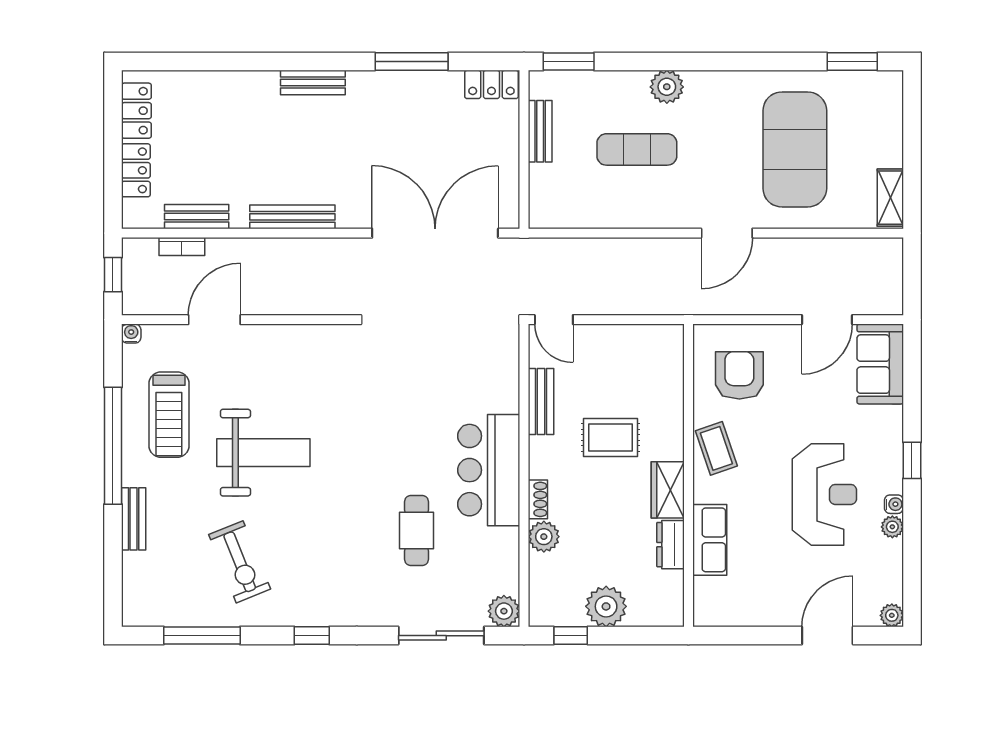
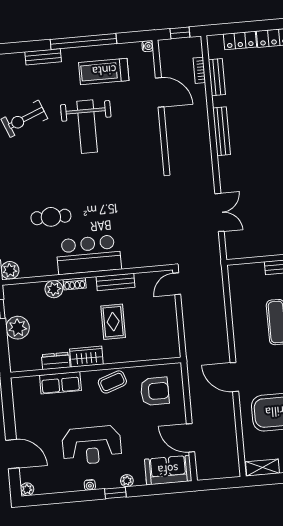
double door: (435, 233) -> (220, 212), width x0.54
bench: (541, 402) -> (116, 282), moved
plant: (892, 527) -> (127, 481), moved

